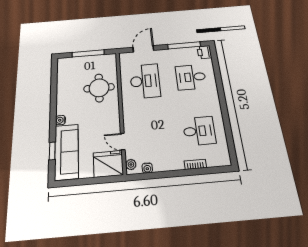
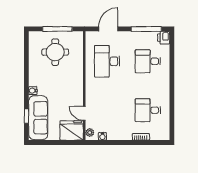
desk: (145, 81) -> (107, 61), turned 180
round table: (99, 88) -> (55, 52), moved
desk: (199, 131) -> (148, 110), turned 180

